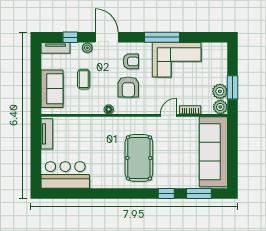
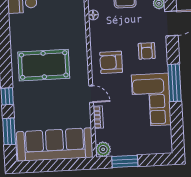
armchair: (128, 87) -> (111, 62), moved
plant: (220, 91) -> (120, 148), removed
floor lamp: (109, 109) -> (93, 15), moved

